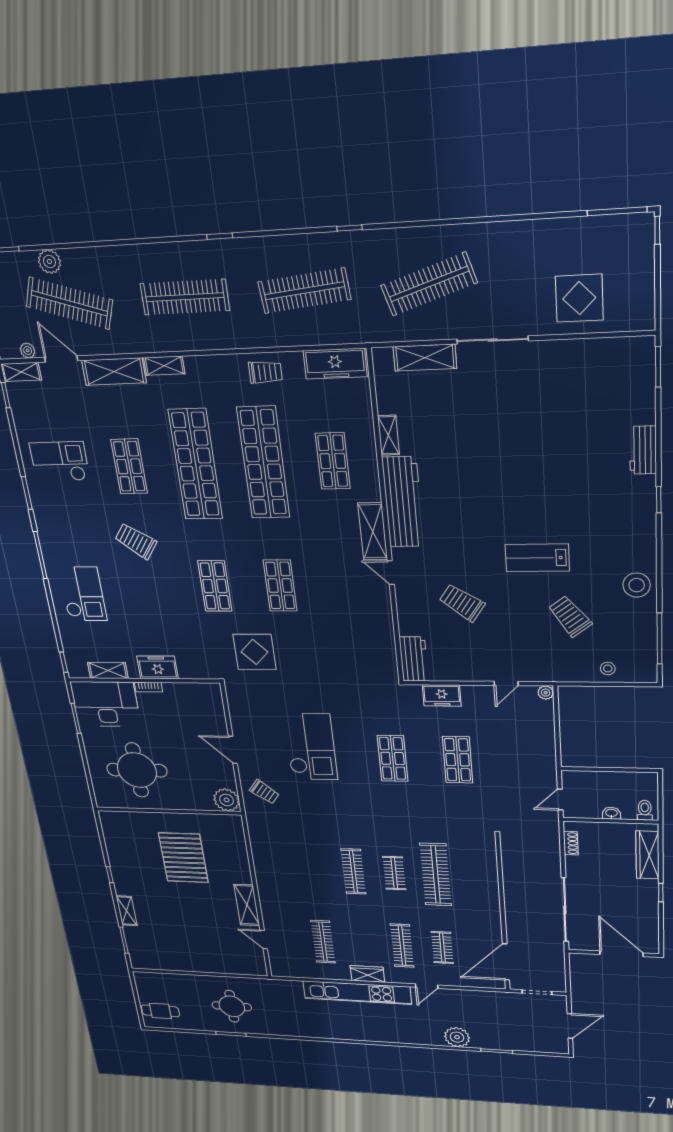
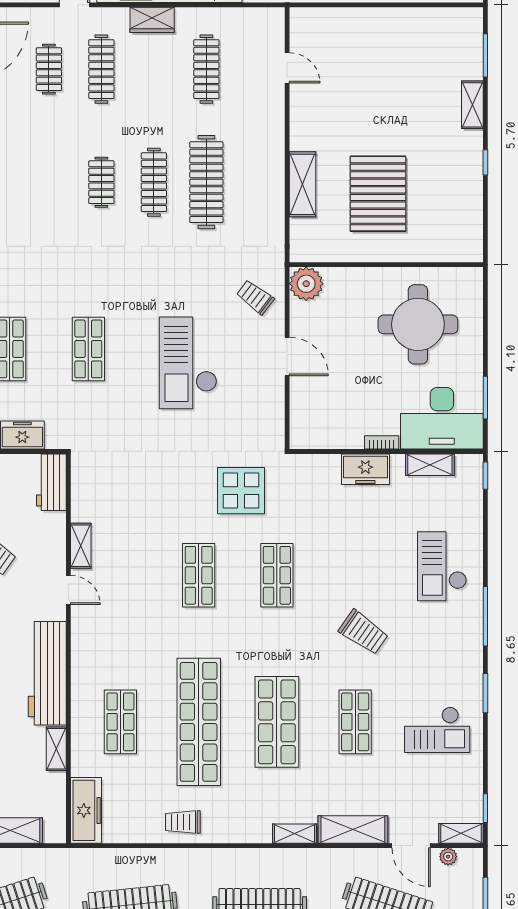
freezer: (335, 364) -> (86, 810), moved, turned 90
shop shelf: (196, 465) -> (277, 722), width x0.71
shelving: (373, 531) -> (81, 546), moved, width x0.67, depth x0.75
clothes rail: (436, 875) -> (206, 182), moved
shelving: (247, 905) -> (302, 184), moved

